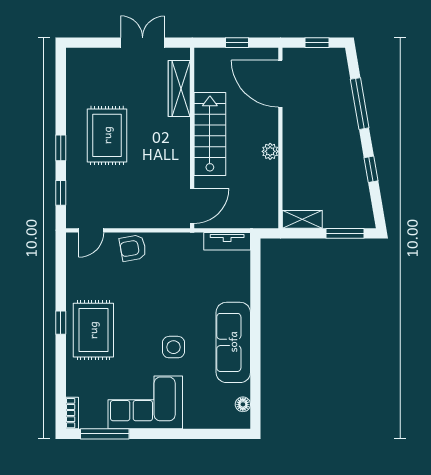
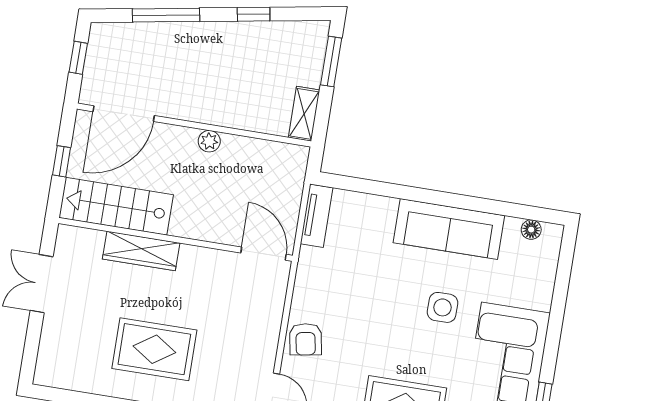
wardrobe: (179, 88) -> (141, 251), moved
stairs: (210, 134) -> (116, 206), moved

